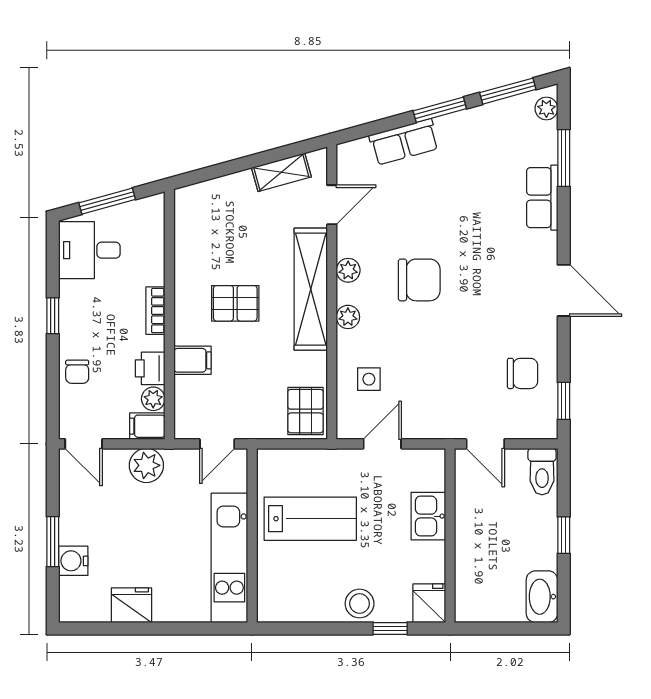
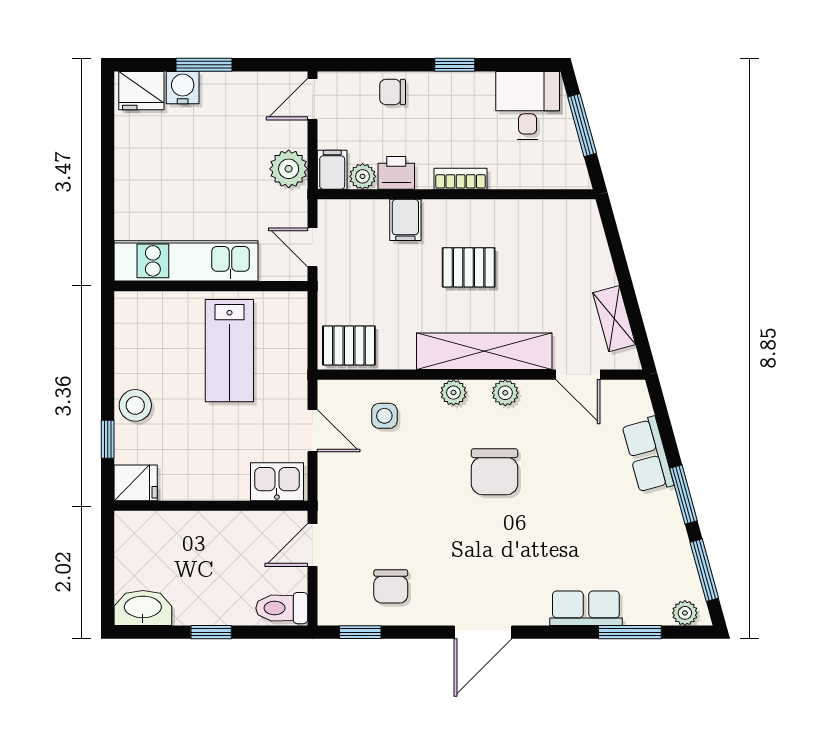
pallet: (235, 303) -> (469, 267), turned 90
kitchen sink: (428, 516) -> (277, 482), moved
fridge: (131, 605) -> (141, 91), moved, turned 90

